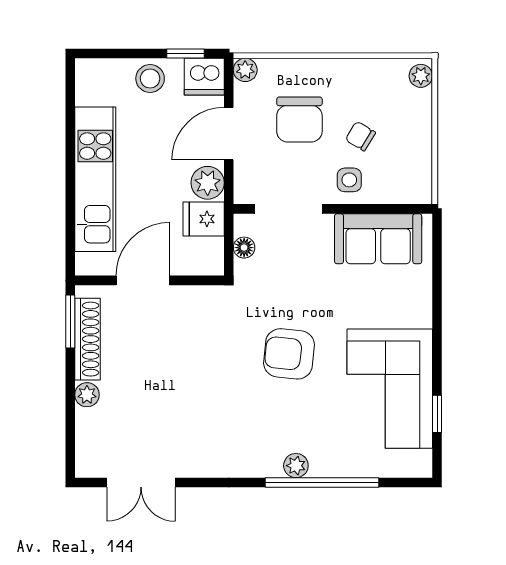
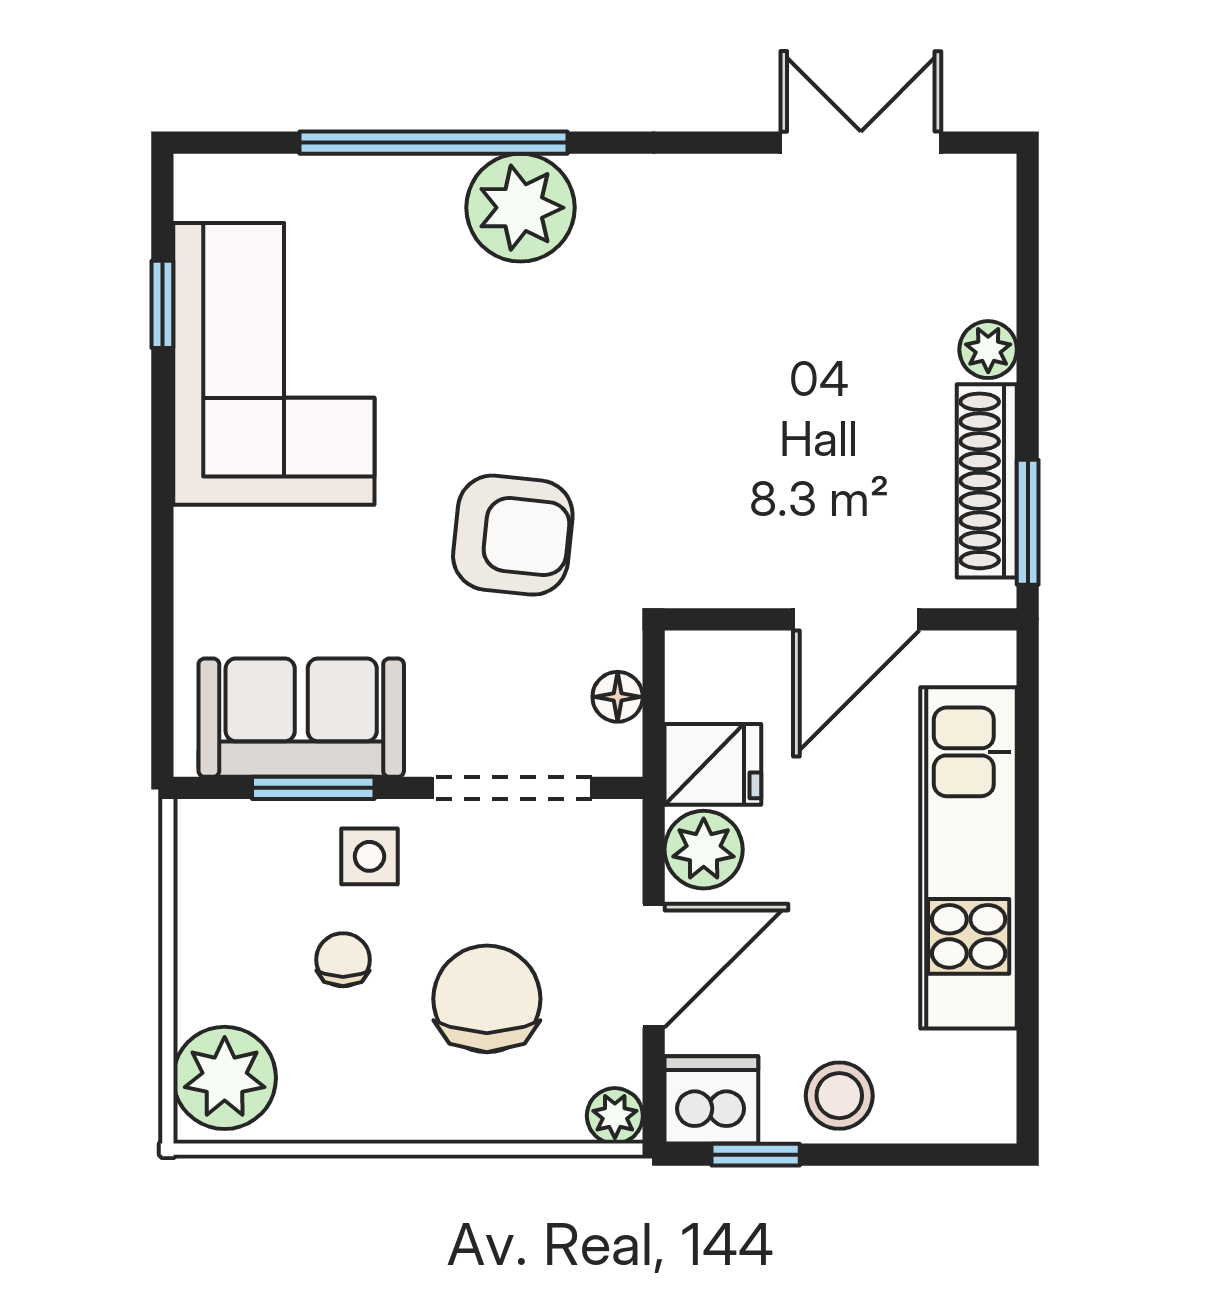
plant: (421, 76) -> (225, 1078), width x1.87, depth x1.87
chair: (360, 136) -> (343, 960), turned -121
window: (373, 209) -> (313, 788), added
armchair: (289, 354) -> (513, 535), moved
plant: (296, 466) -> (520, 208), width x1.88, depth x1.88

